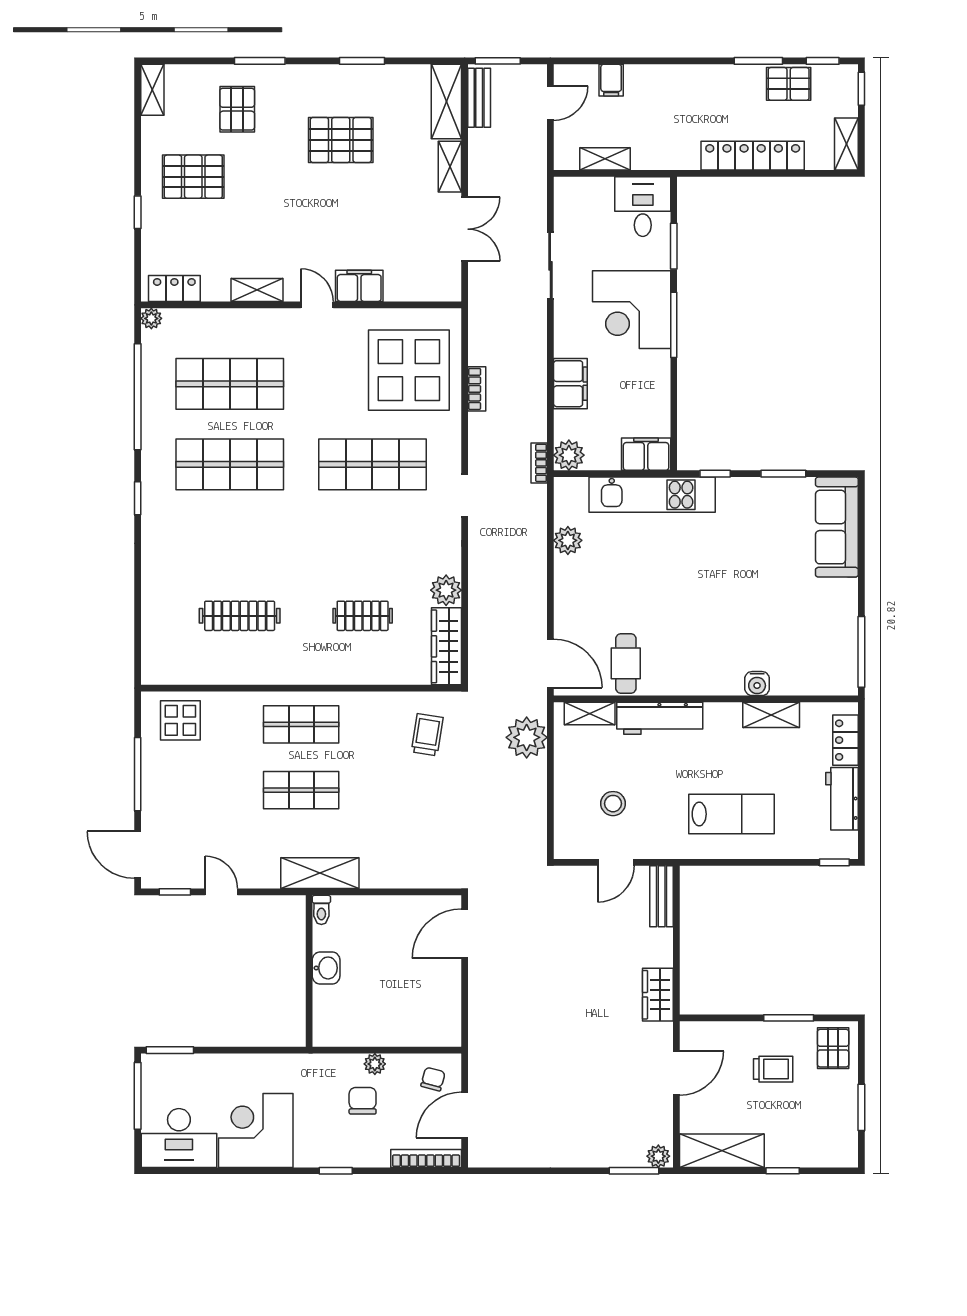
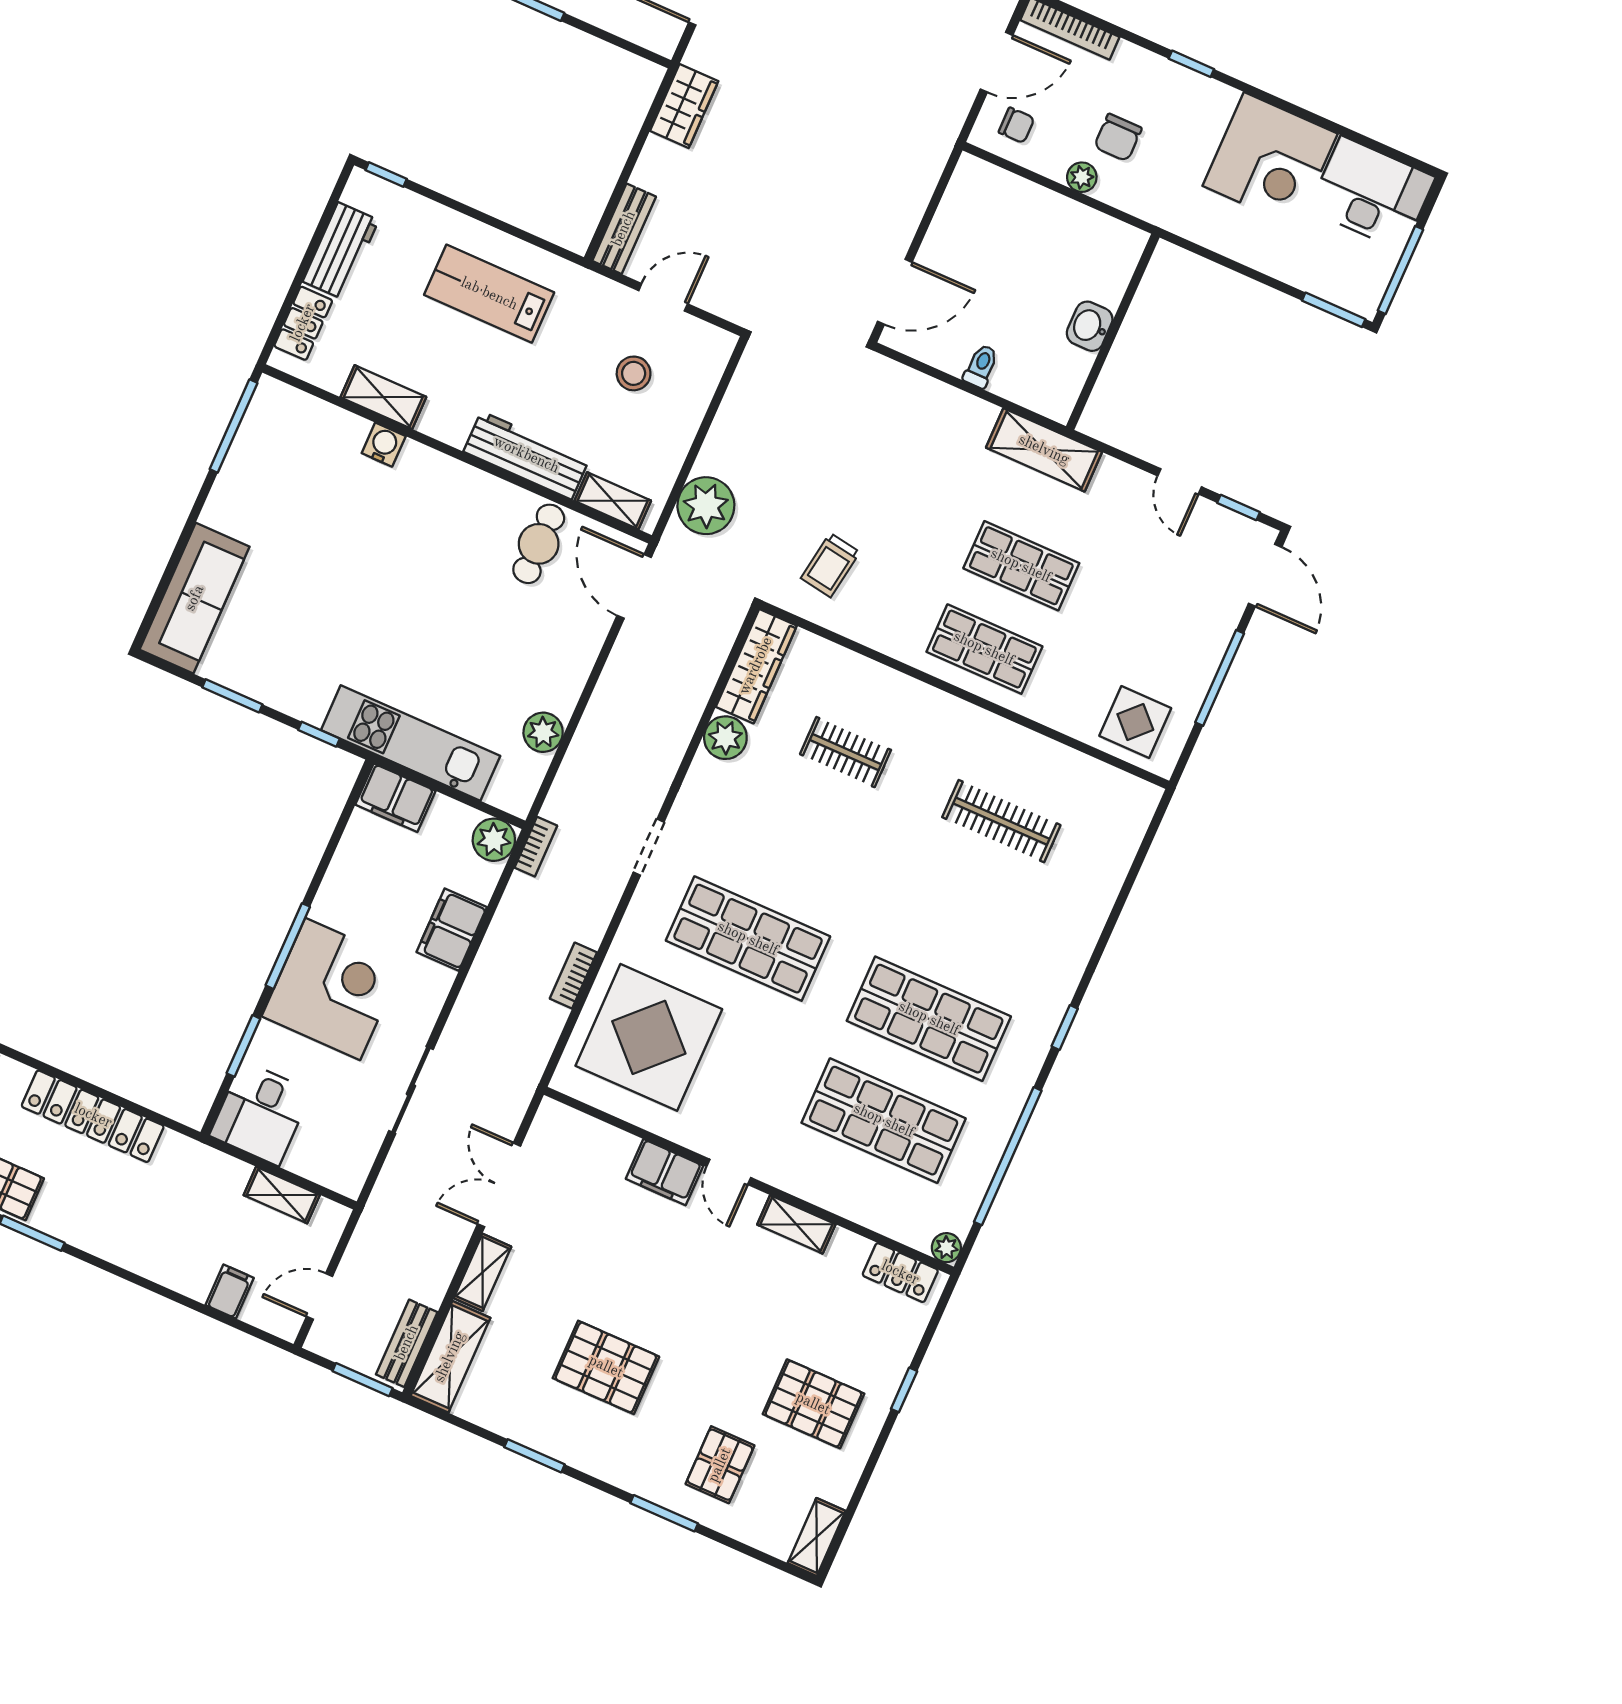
toilet: (321, 910) -> (981, 366), moved
chair: (433, 1079) -> (1017, 125), turned -105

